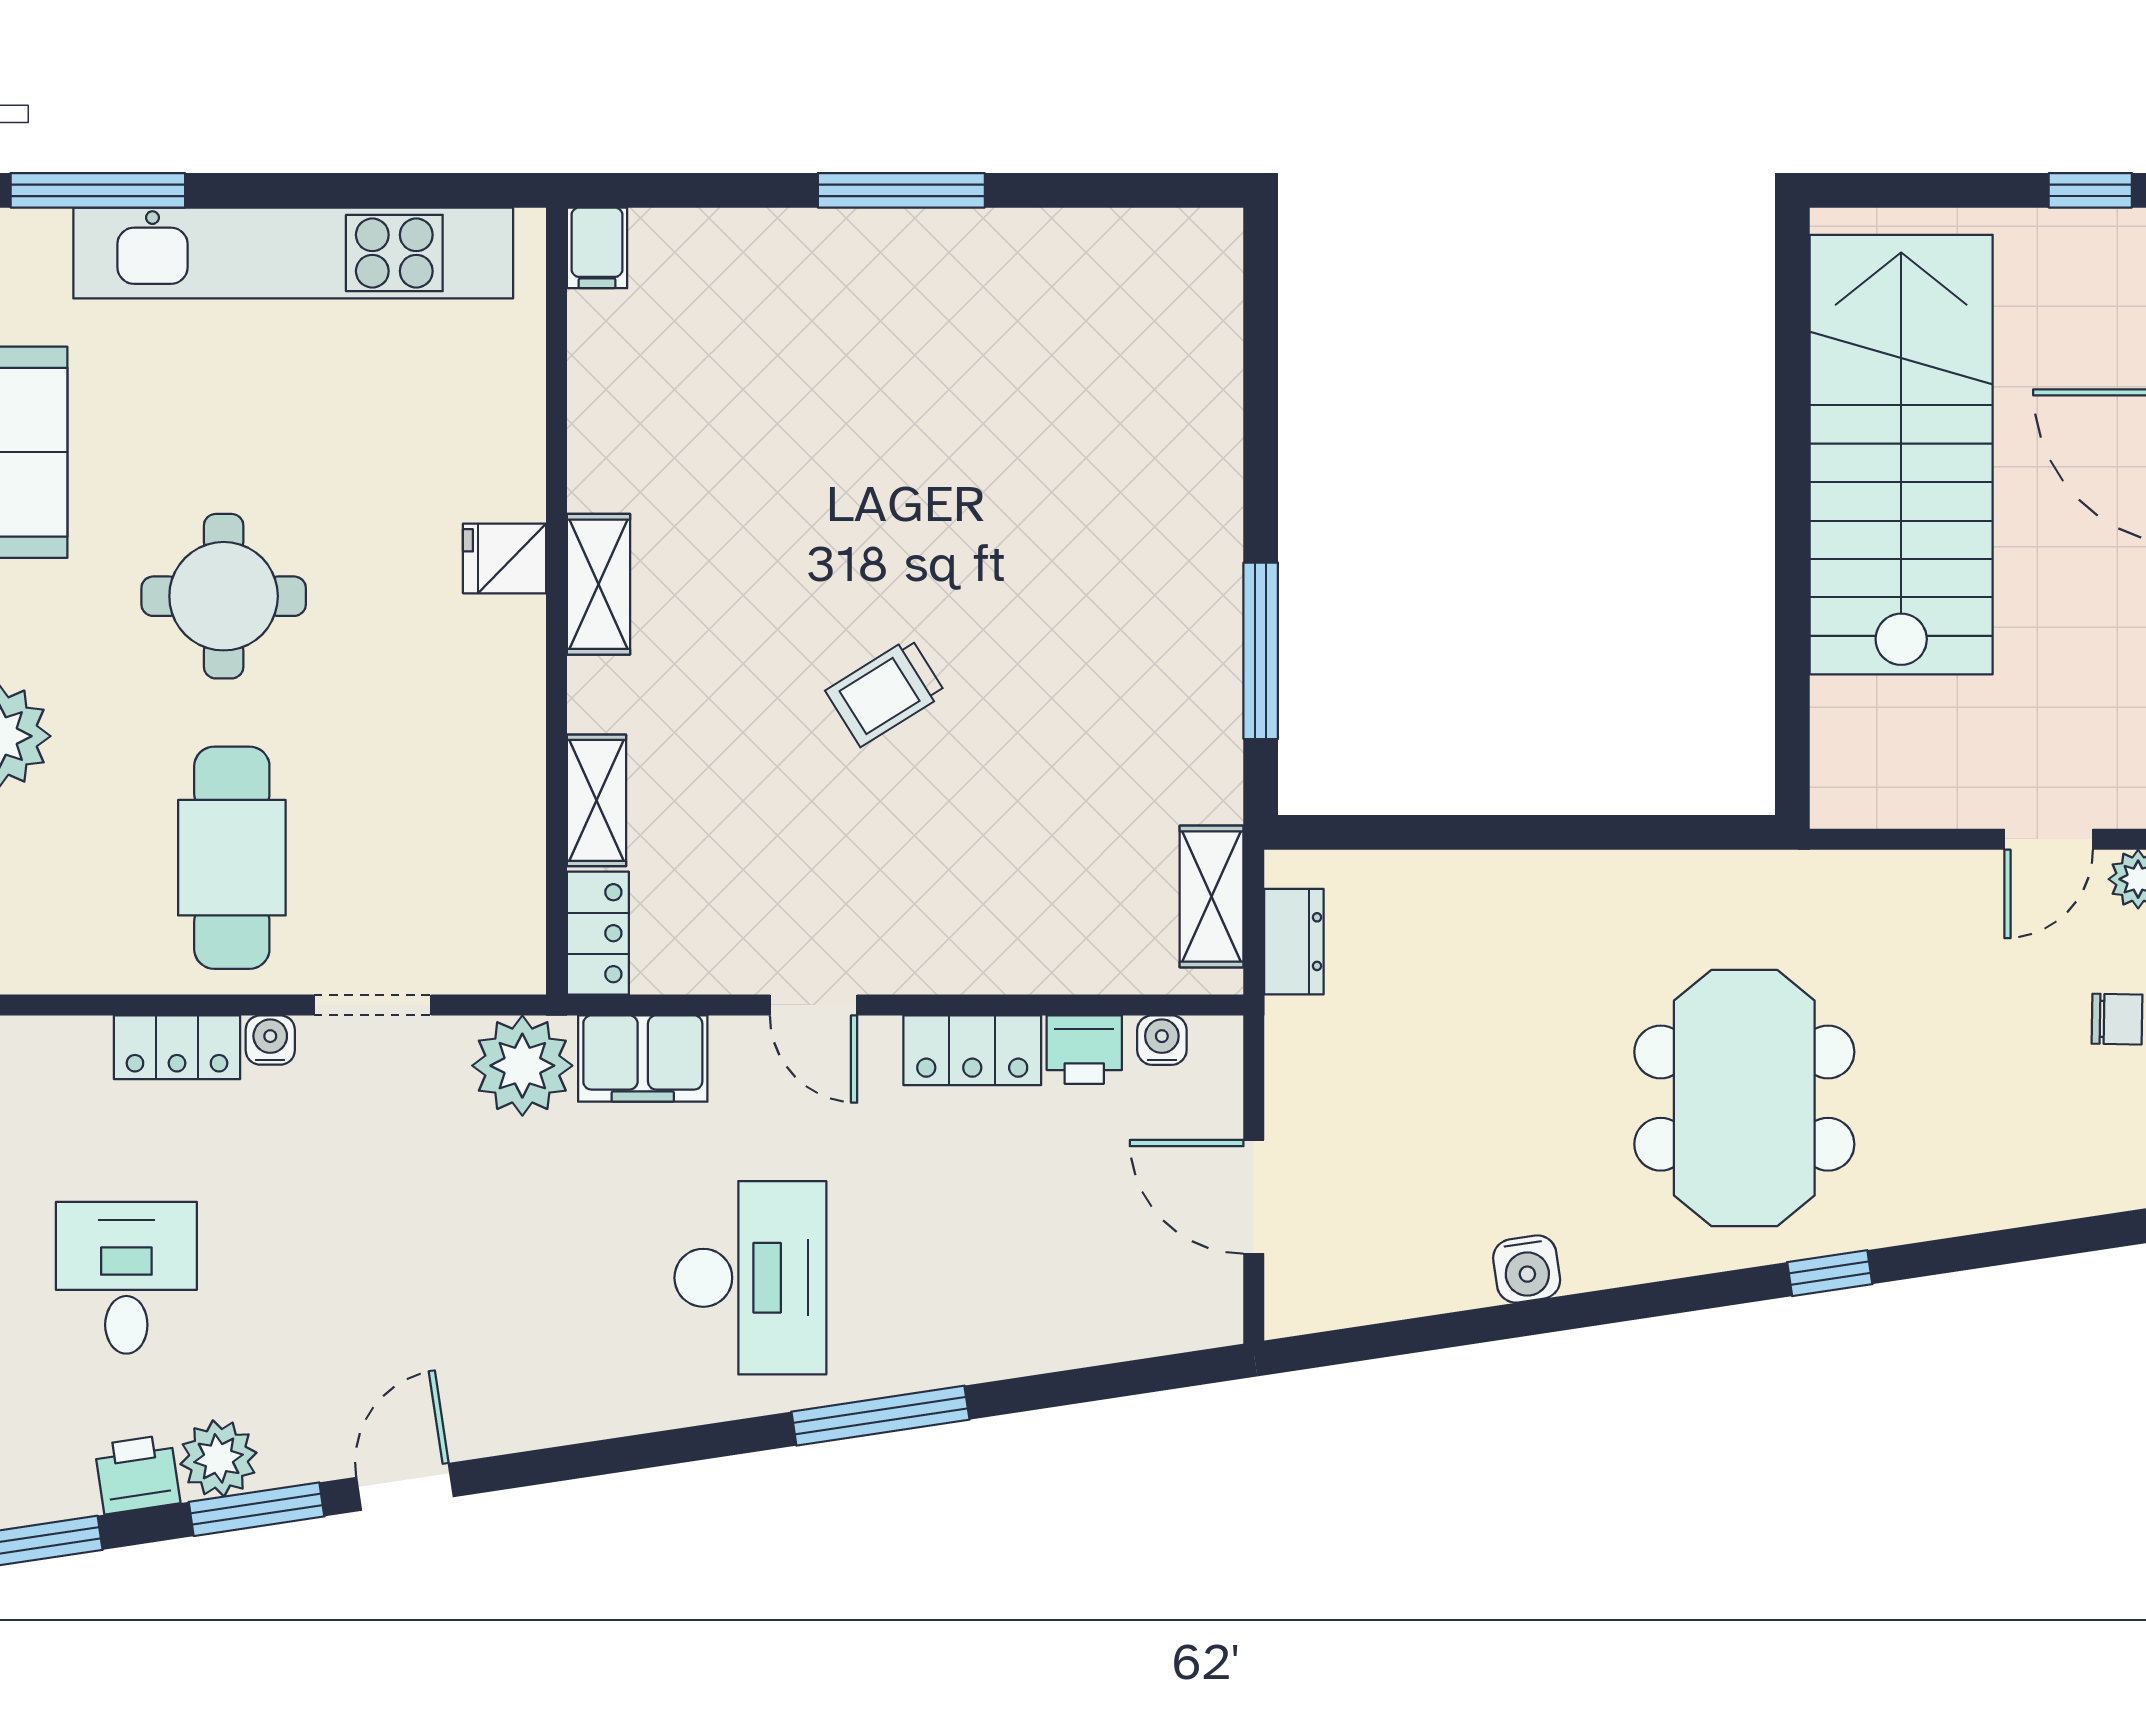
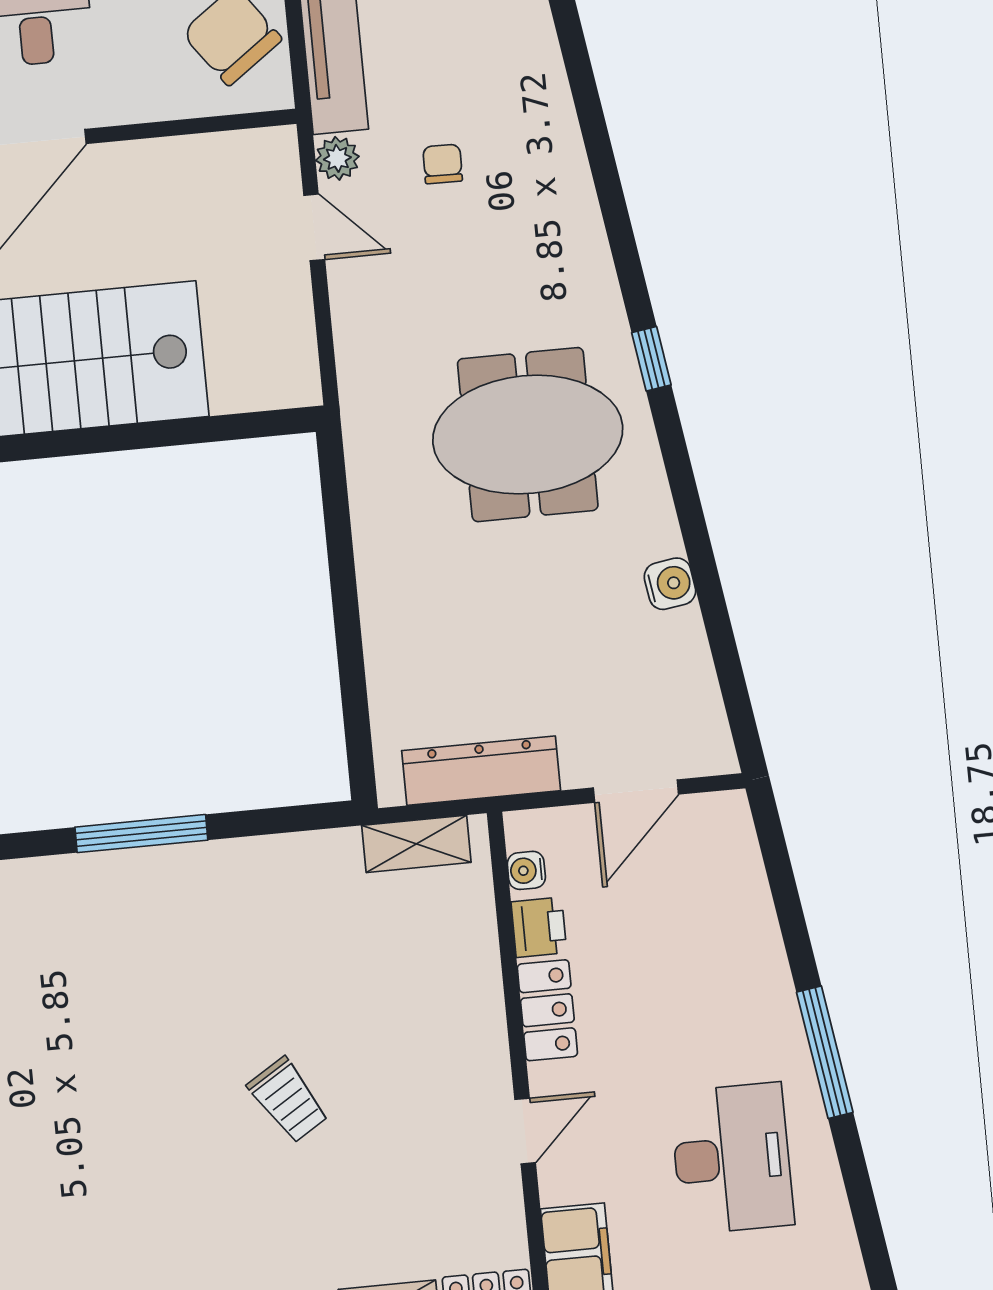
window: (1261, 651) -> (141, 834), moved
dresser: (1294, 942) -> (481, 771), width x1.96, depth x1.24
desk: (750, 1278) -> (732, 1158), turned 90

